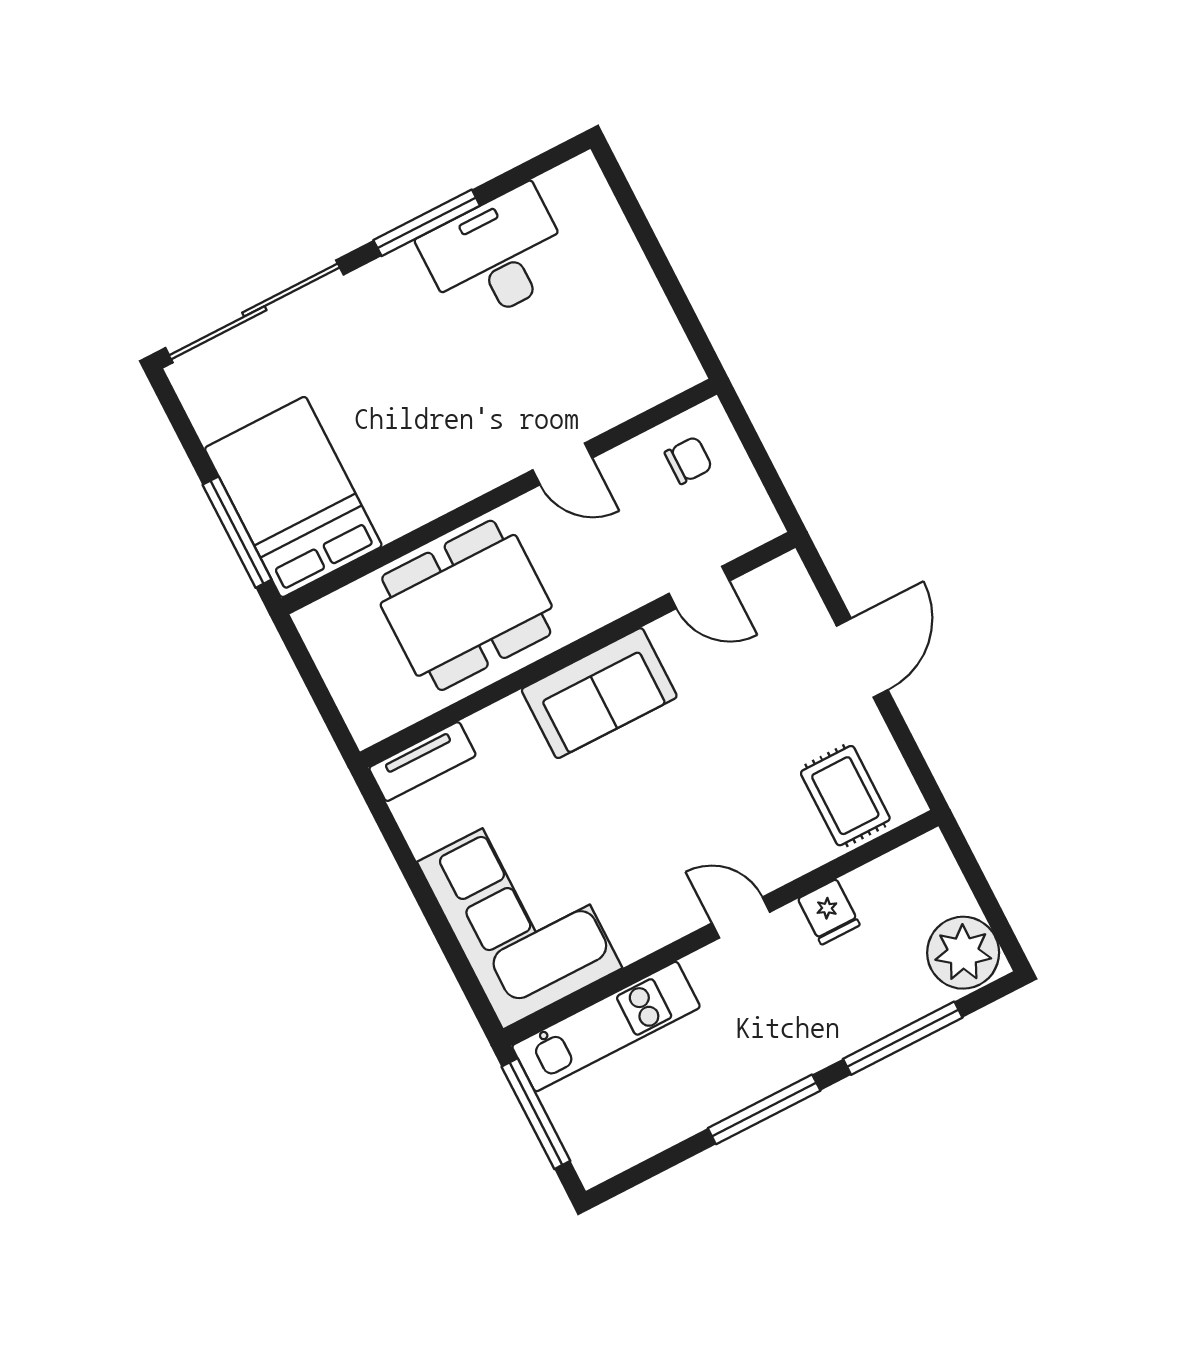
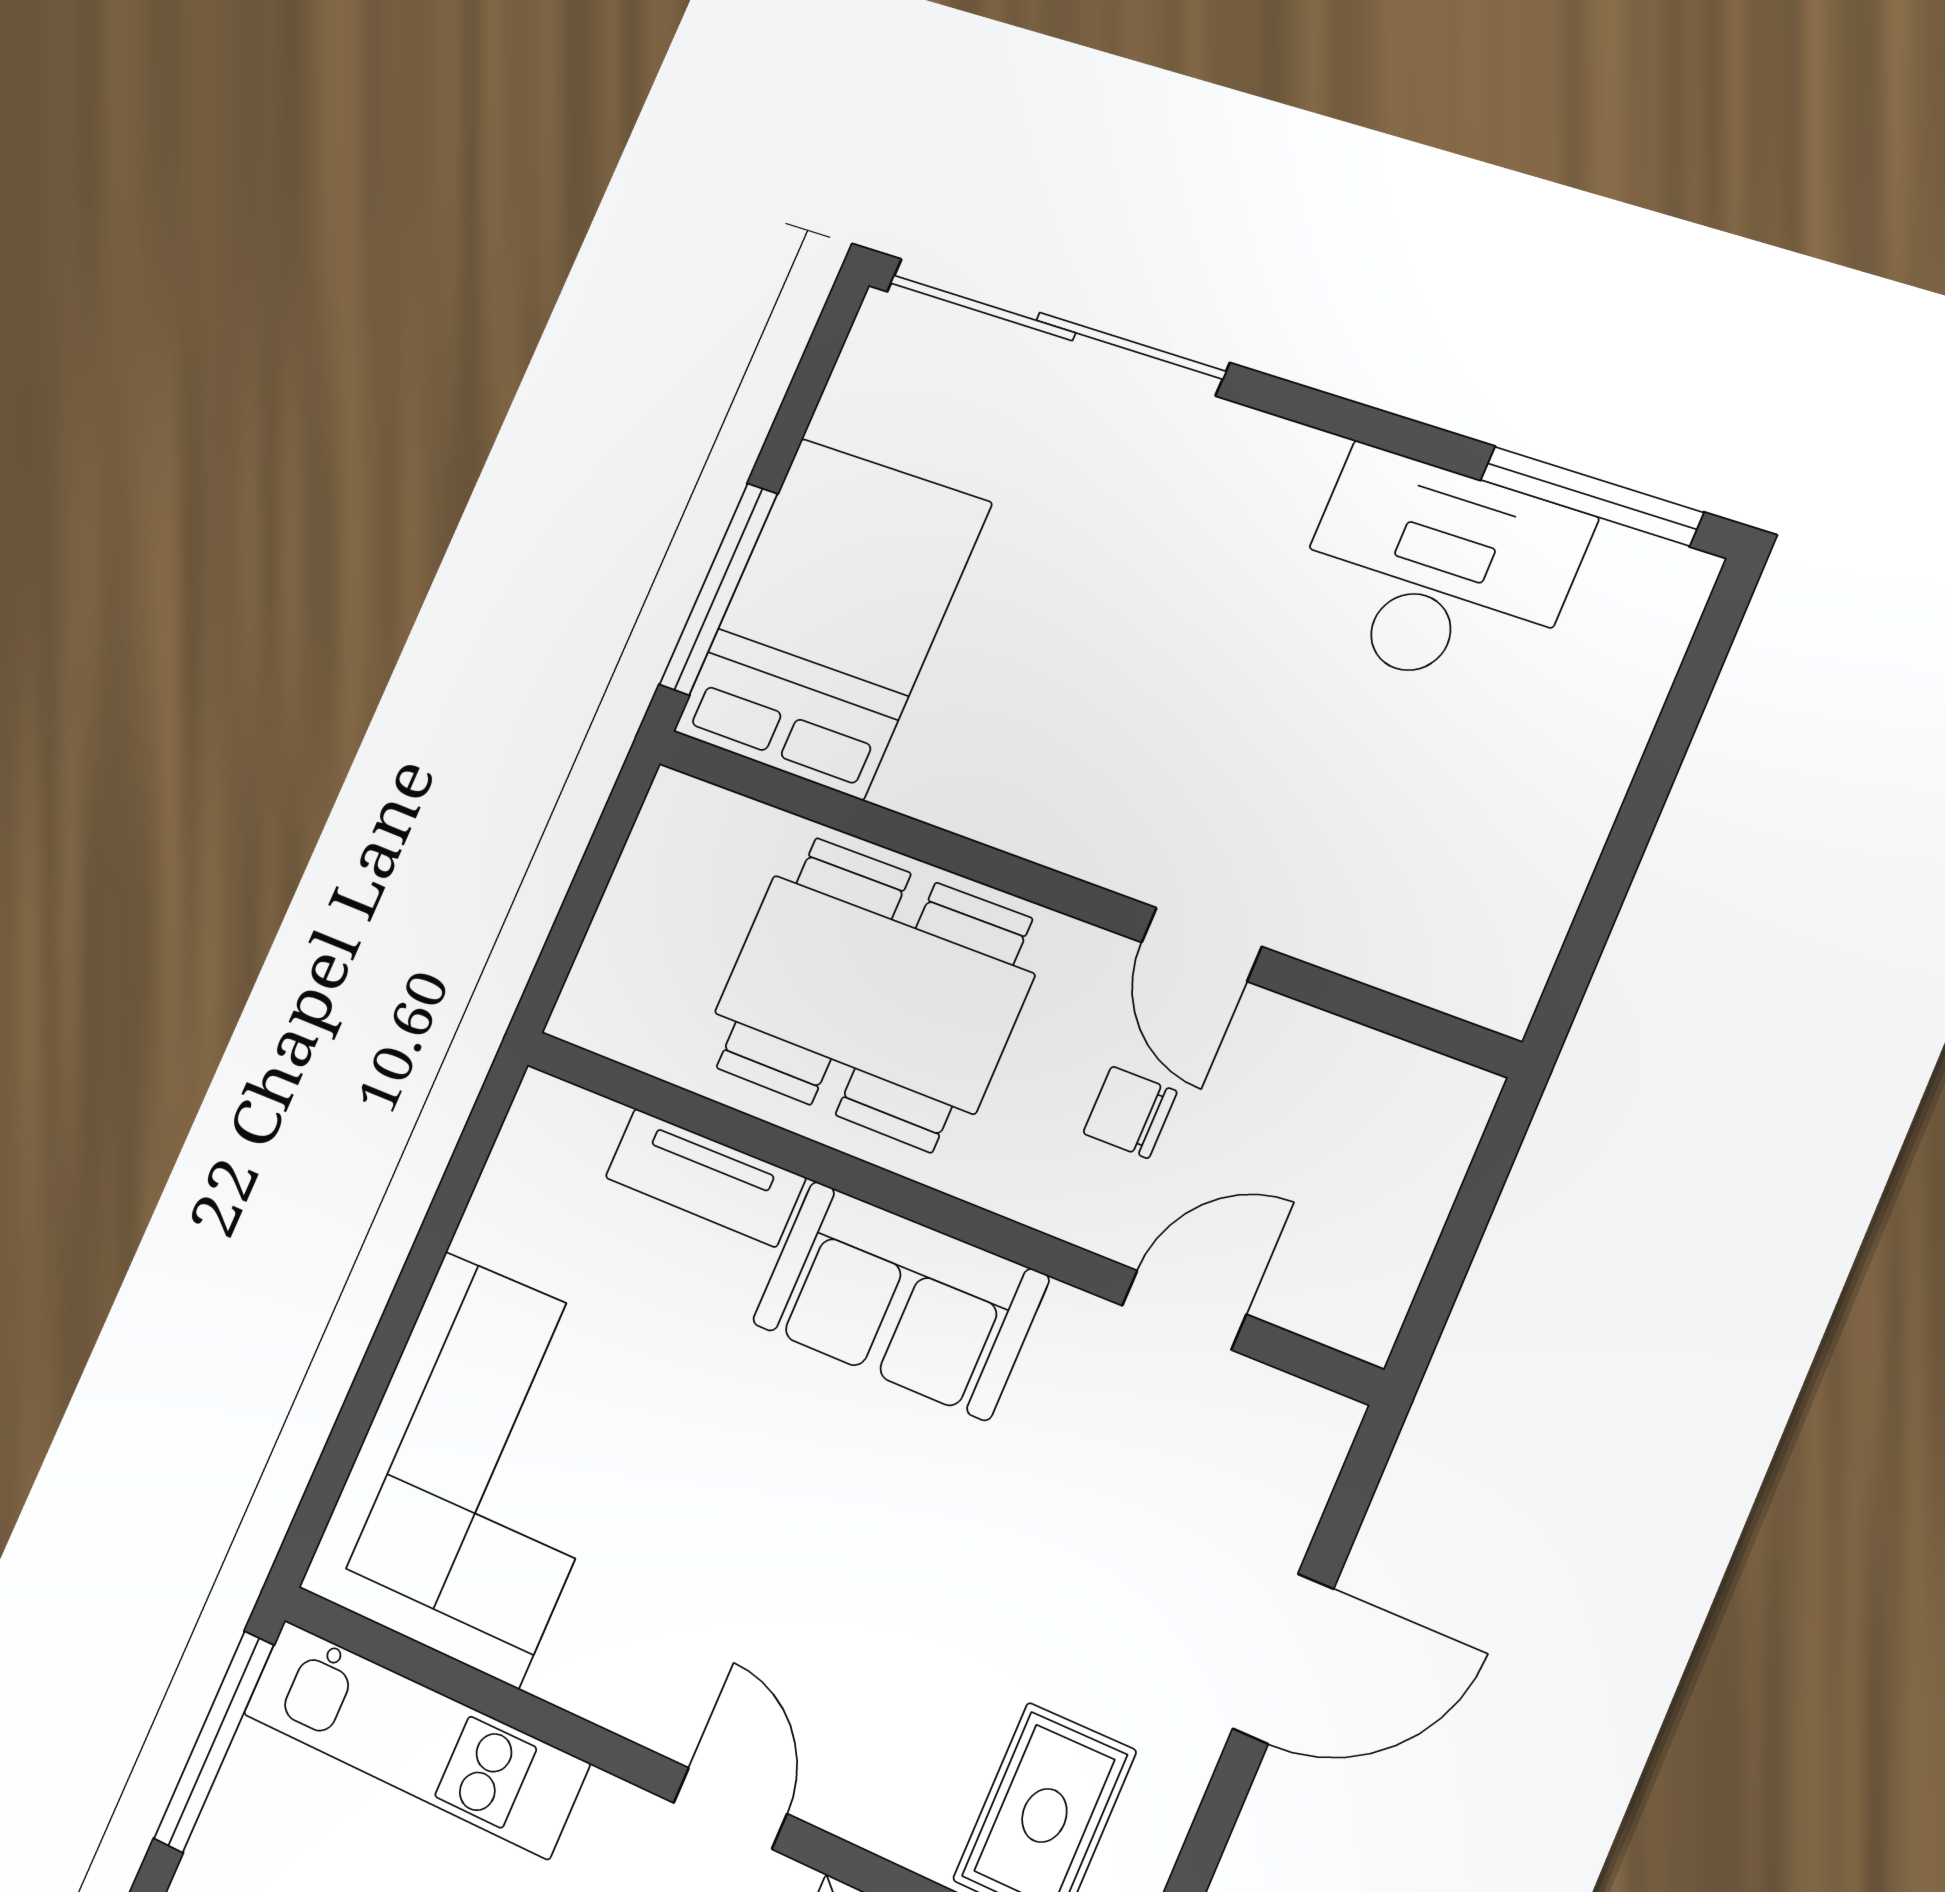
window: (427, 223) -> (1591, 496), moved
chair: (688, 460) -> (1130, 1112), moved, turned 180
door: (699, 587) -> (1184, 1310), swing flipped
tv unit: (422, 762) -> (705, 1178), moved

